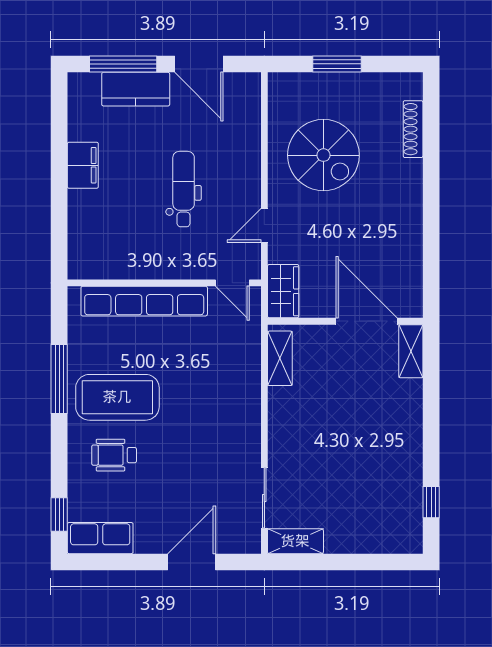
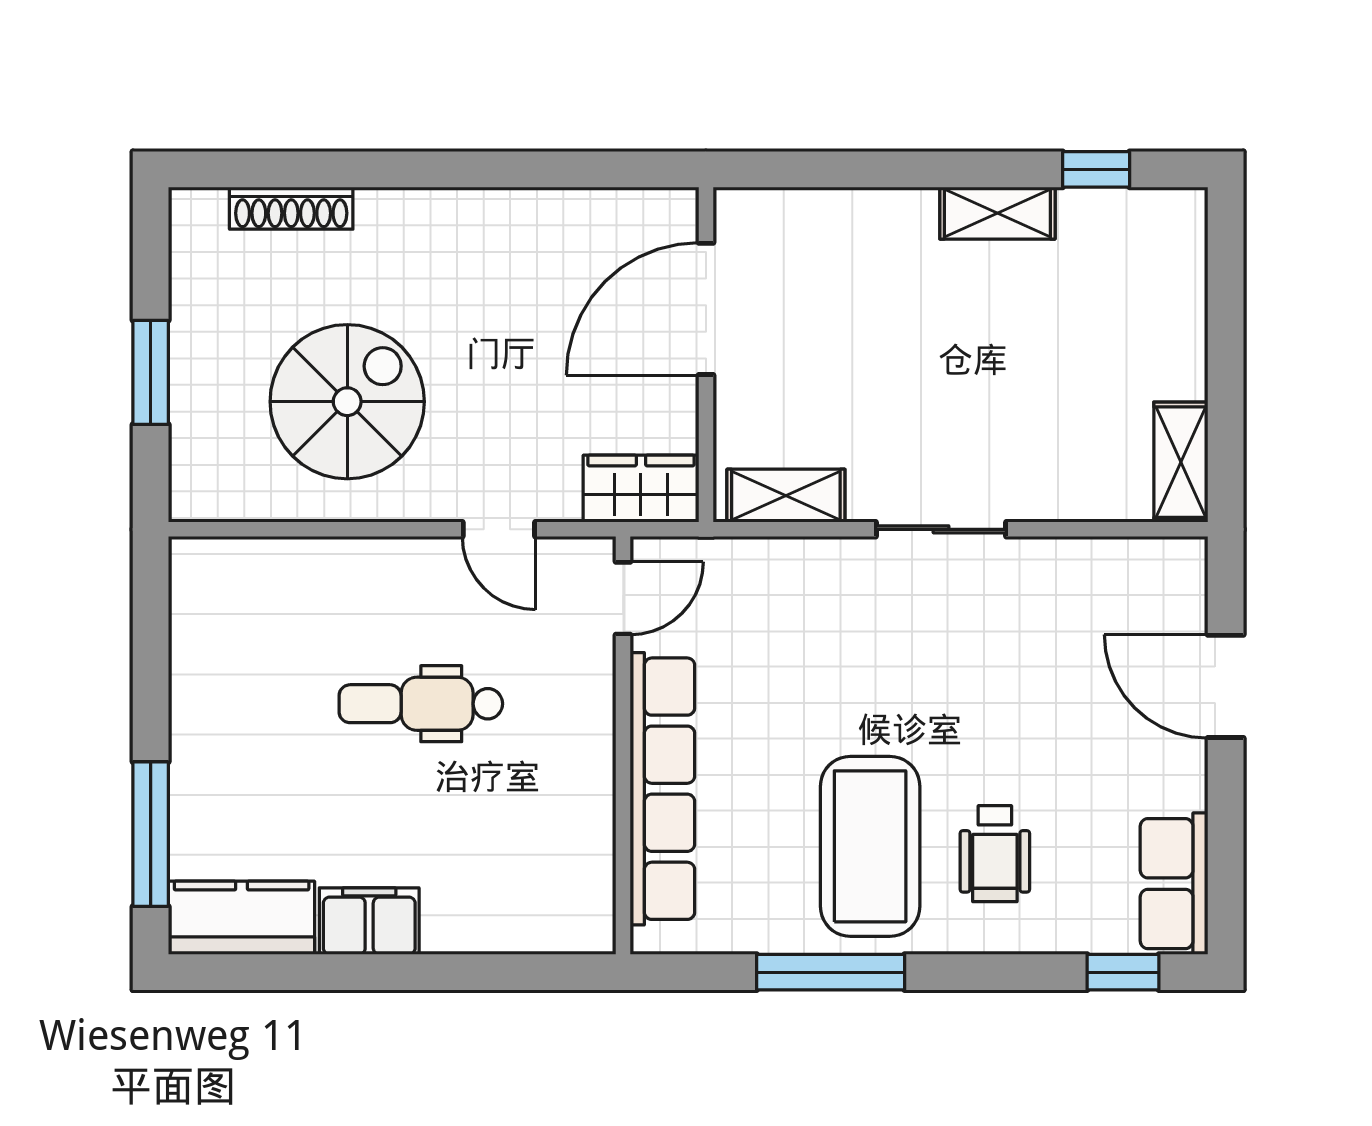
door: (199, 64) -> (151, 671), removed
kitchen counter: (136, 89) -> (242, 918), moved, turned -90
shelving: (411, 351) -> (997, 213), moved
sliding door: (264, 498) -> (941, 529), moved

